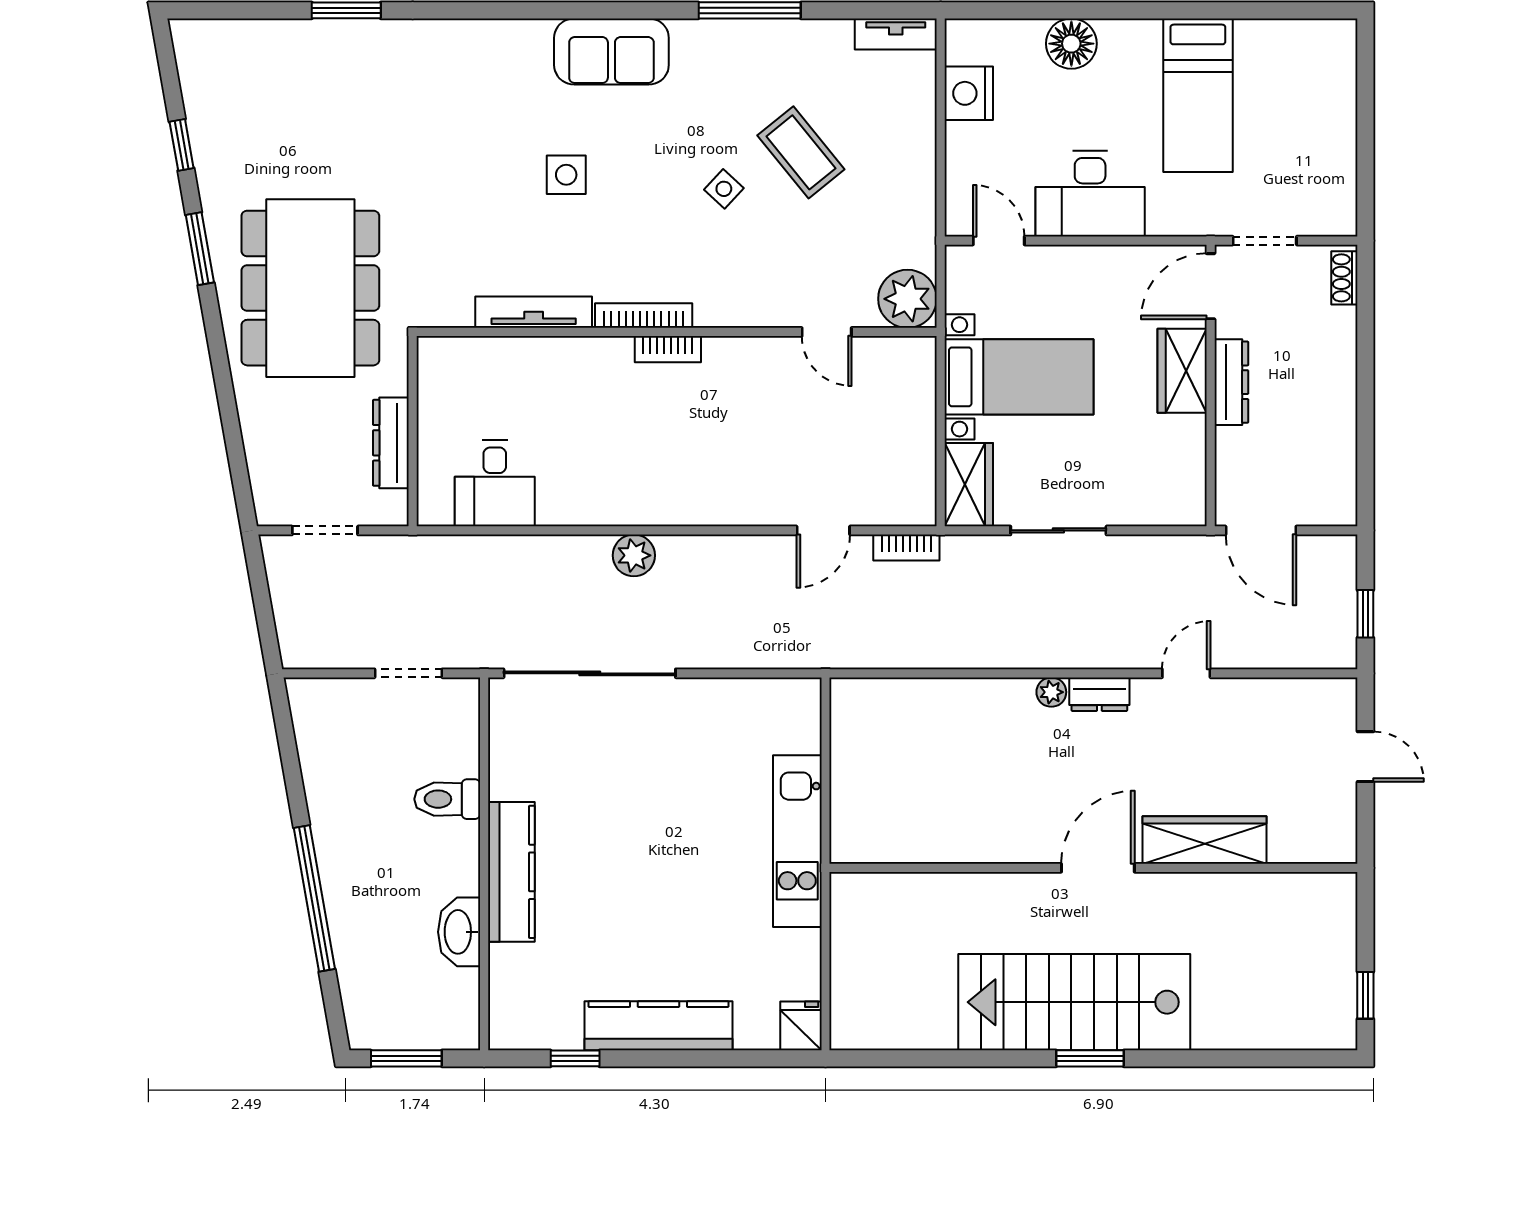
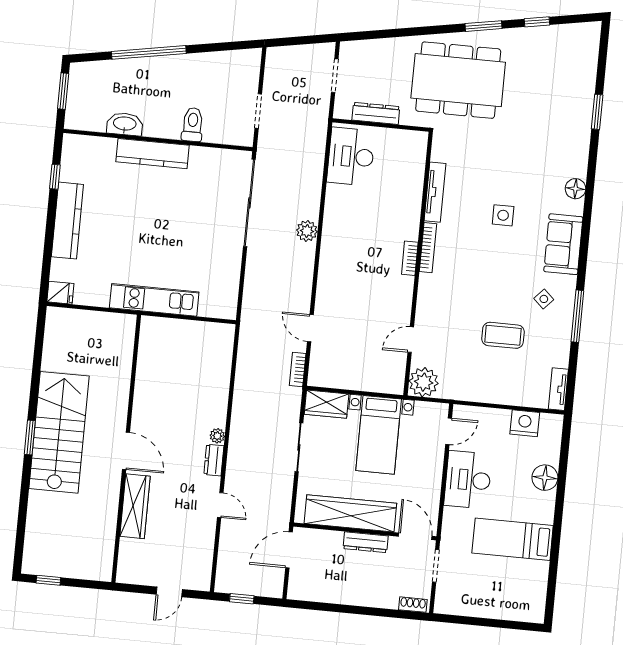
floor lamp: (500, 38) -> (575, 189), added
coffee table: (801, 152) -> (503, 335), turned 39
side table: (724, 189) -> (544, 299), moved
wardrobe: (1182, 371) -> (350, 513), width x2.10, depth x1.17
desk: (495, 483) -> (351, 157), width x1.37

